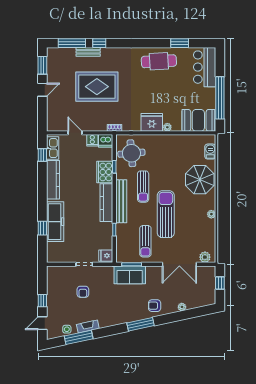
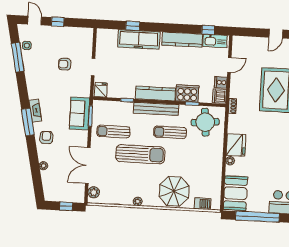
door: (42, 90) -> (276, 34), hinge flipped
fireplace: (88, 327) -> (35, 111), moved

